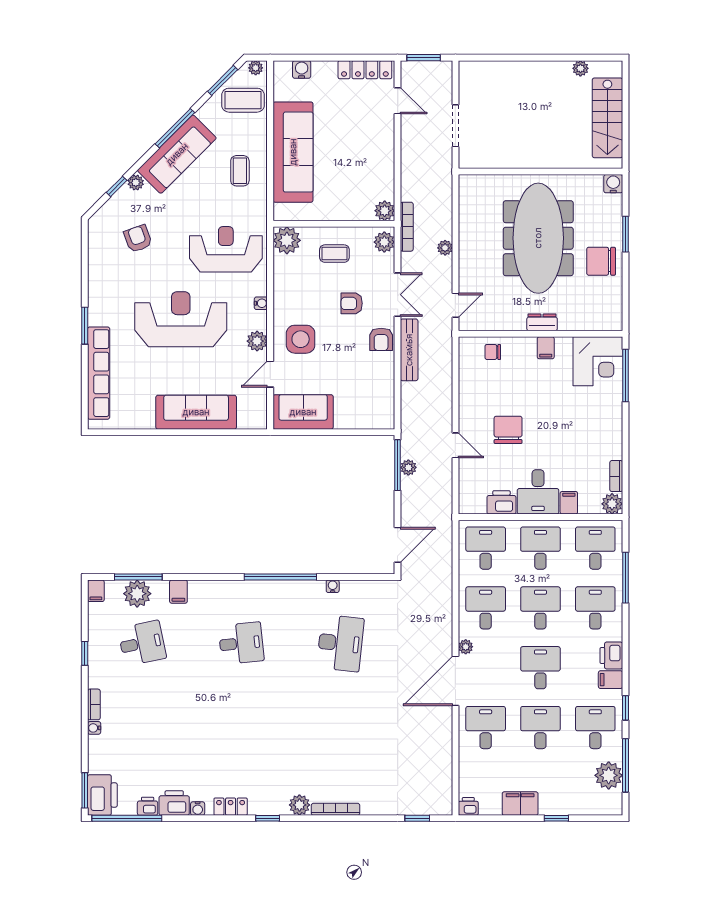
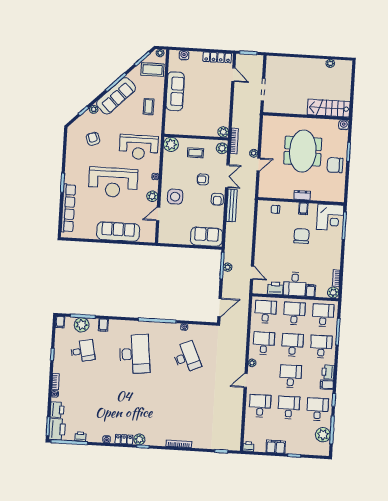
stairs: (607, 118) -> (329, 108), moved, turned 90
sofa: (293, 152) -> (175, 91), width x0.74, depth x0.79
meeting table: (538, 238) -> (303, 151), width x0.73
reception desk: (226, 249) -> (139, 147), turned 180
door: (455, 305) -> (258, 165), moved
reception desk: (181, 319) -> (113, 182), turned 180
sofa: (303, 412) -> (206, 237), moved
chair: (508, 430) -> (301, 236), moved
door: (455, 445) -> (252, 273), moved
desk: (241, 643) -> (135, 354), width x1.87, depth x1.30
desk: (340, 643) -> (186, 357), turned -30
door: (455, 681) -> (246, 380), width x0.53
printer: (174, 803) -> (57, 410), moved, turned 90
plant: (299, 805) -> (139, 439), moved

